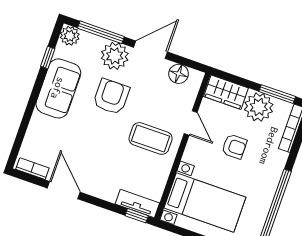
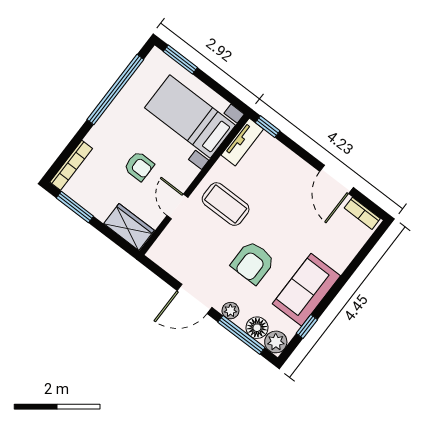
plant: (115, 56) -> (230, 311), width x0.53, depth x0.53
floor lamp: (179, 74) -> (257, 328), moved
plant: (259, 107) -> (99, 200), removed
armchair: (234, 146) -> (139, 166), turned 180
tv unit: (137, 204) -> (242, 142), moved, turned -90

